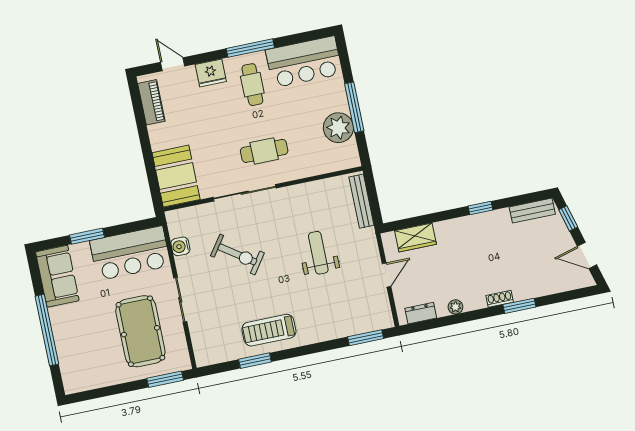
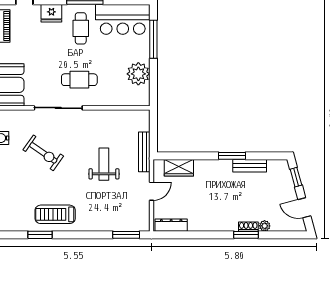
window: (354, 107) -> (153, 39), moved
bench: (361, 201) -> (144, 152), moved
window: (480, 208) -> (232, 156), width x1.50
bench: (532, 211) -> (250, 166), moved
shoe rack: (500, 299) -> (248, 227), moved
plant: (455, 307) -> (265, 226), moved
dresser: (421, 313) -> (171, 225), width x1.44

